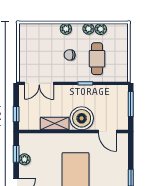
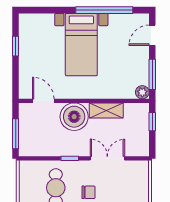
double door: (39, 83) -> (107, 158), moved
window: (16, 154) -> (152, 74), width x1.50
plant: (24, 159) -> (142, 92), moved

